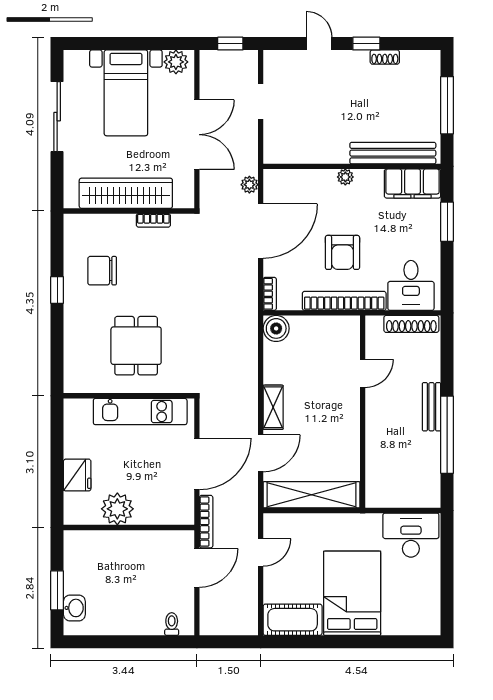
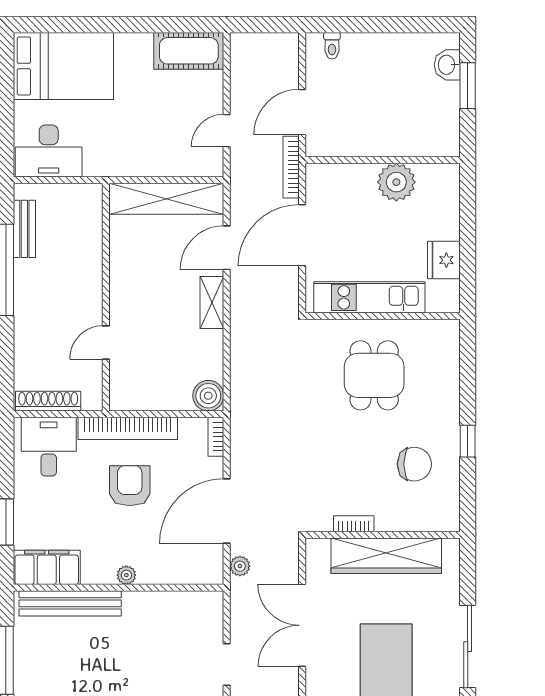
bench: (431, 407) -> (24, 229), moved
fridge: (77, 475) -> (444, 260), moved
bed: (352, 593) -> (63, 66), moved, turned -90

